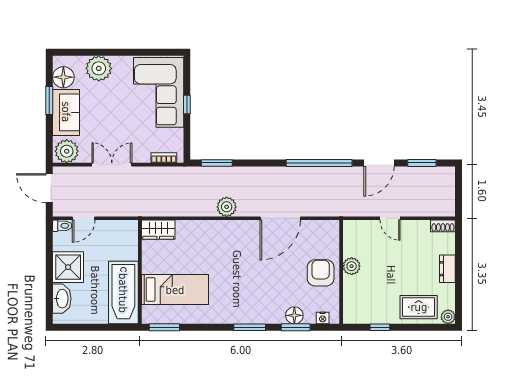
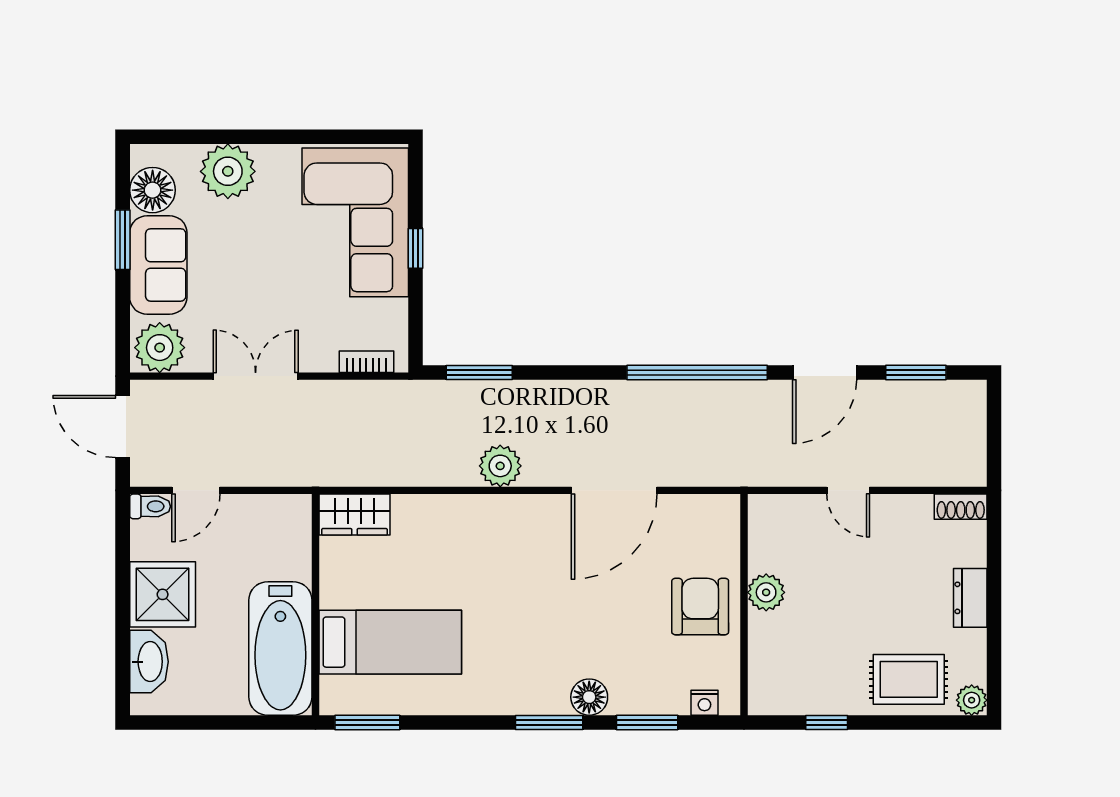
floor lamp: (294, 315) -> (589, 697), moved

